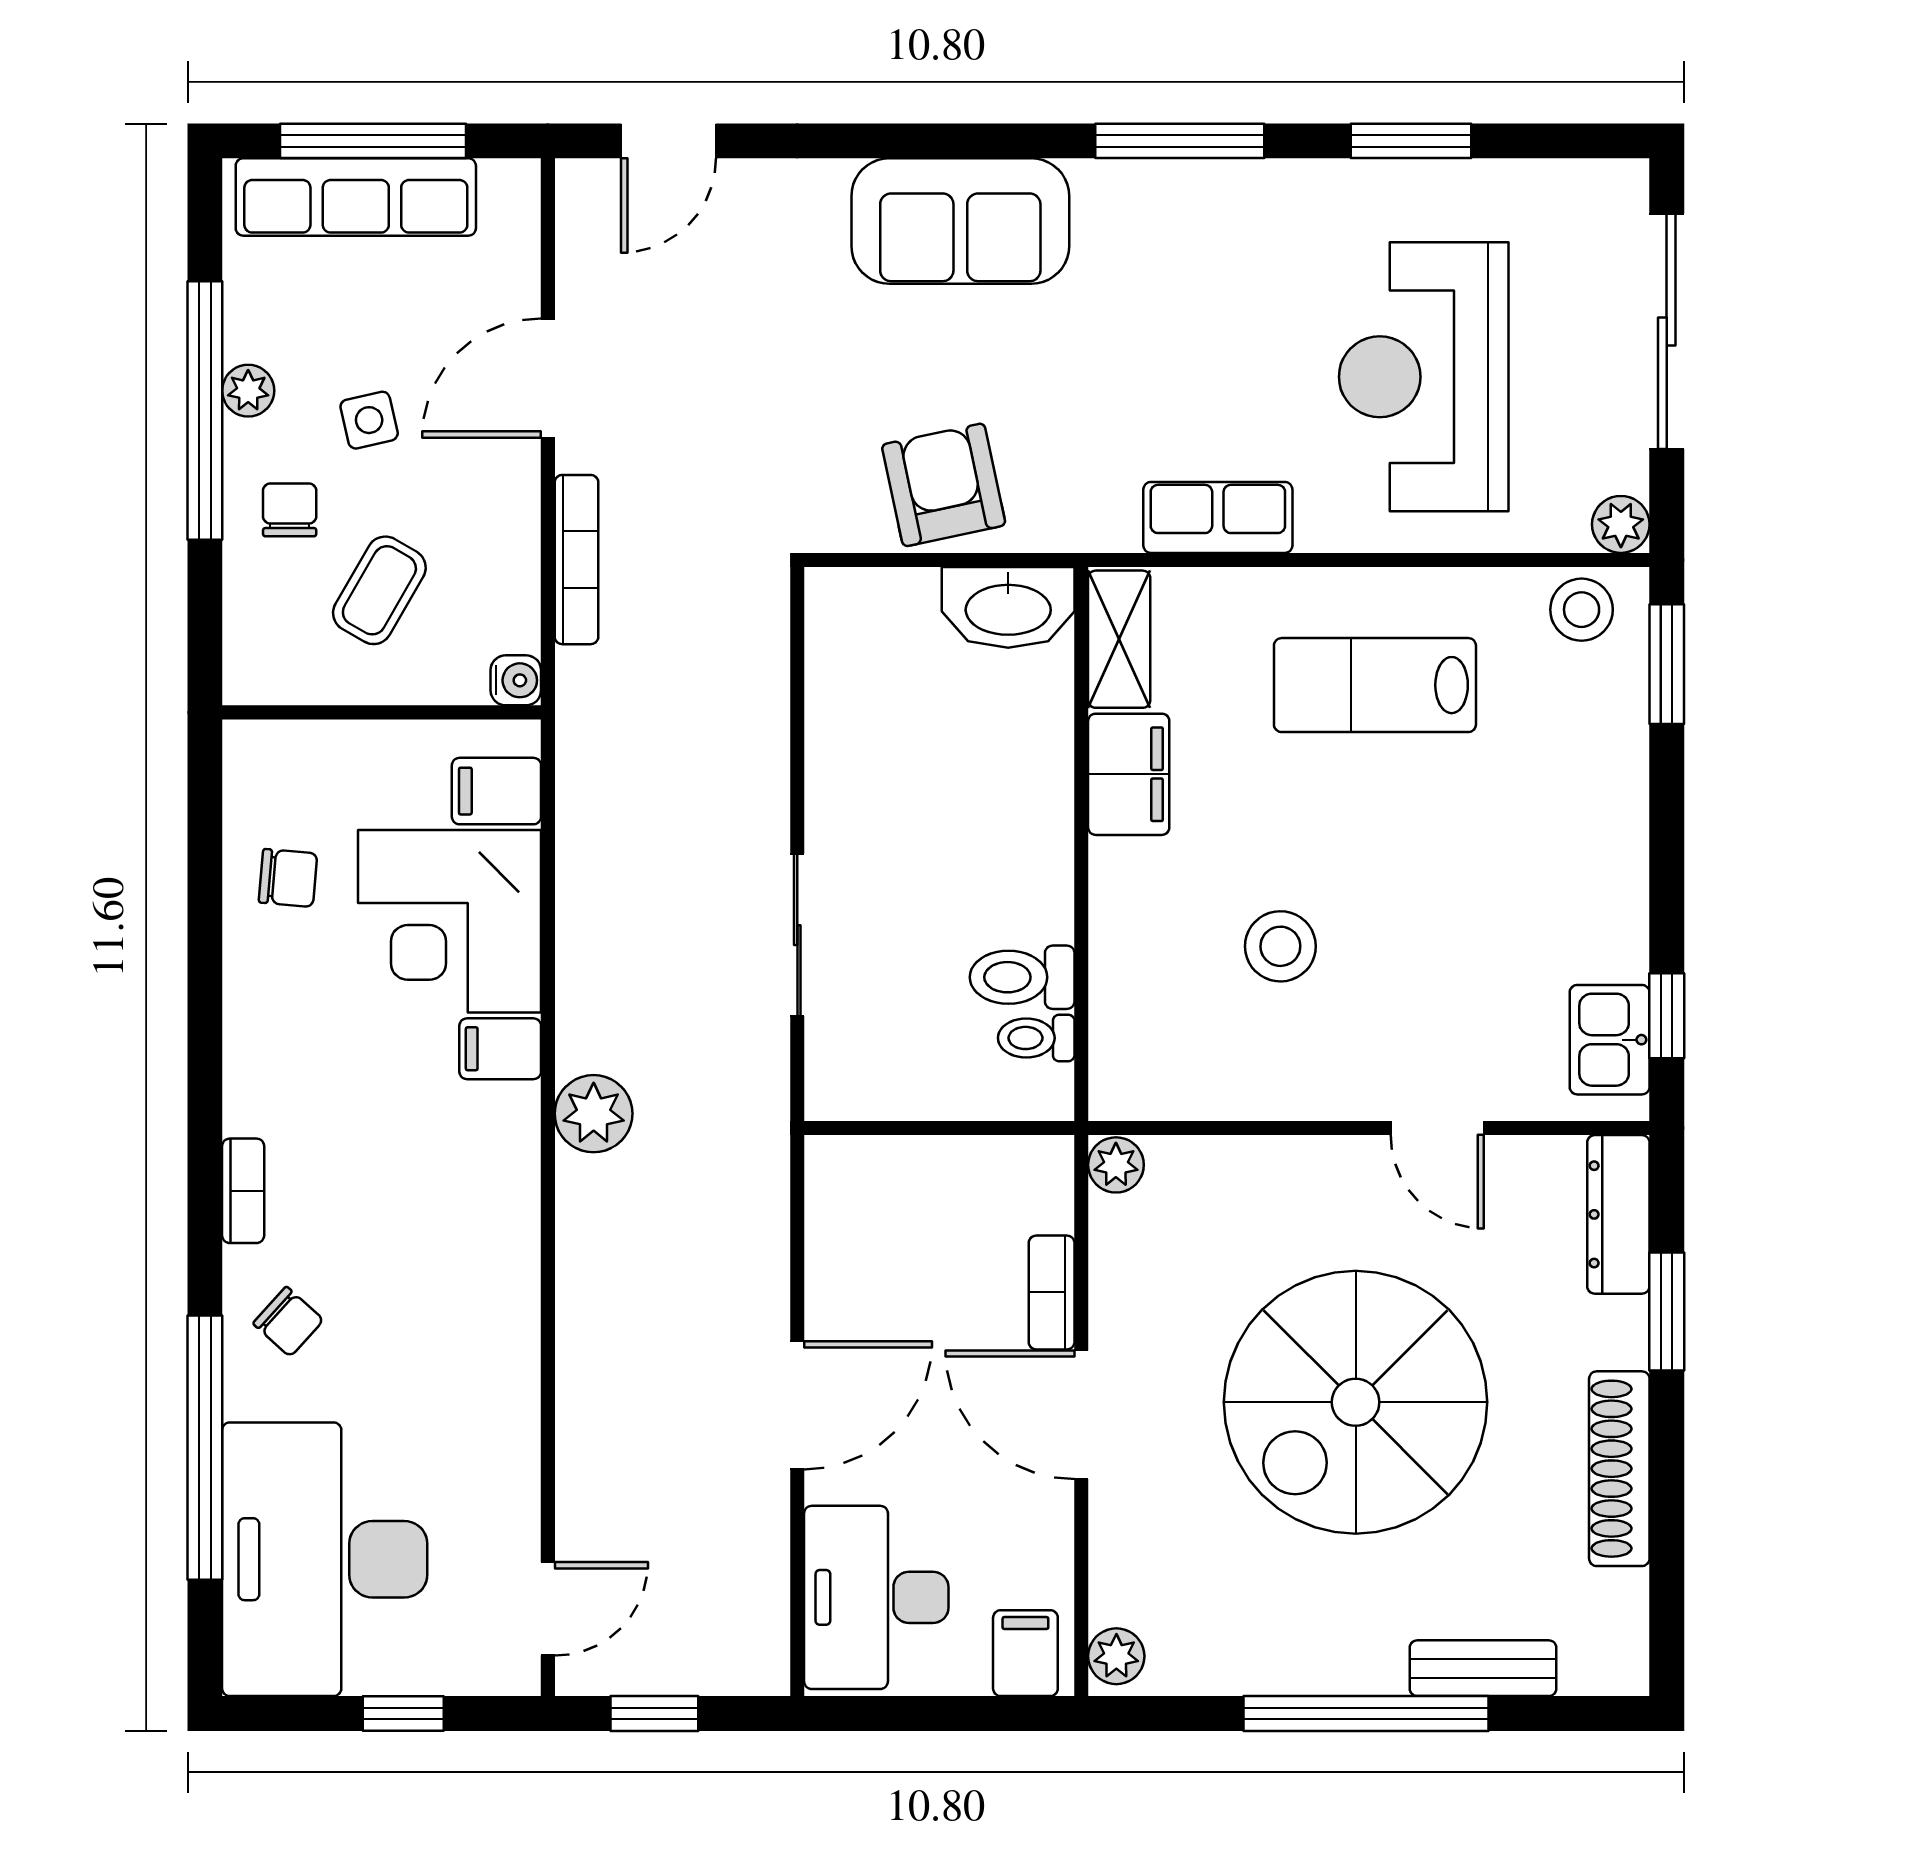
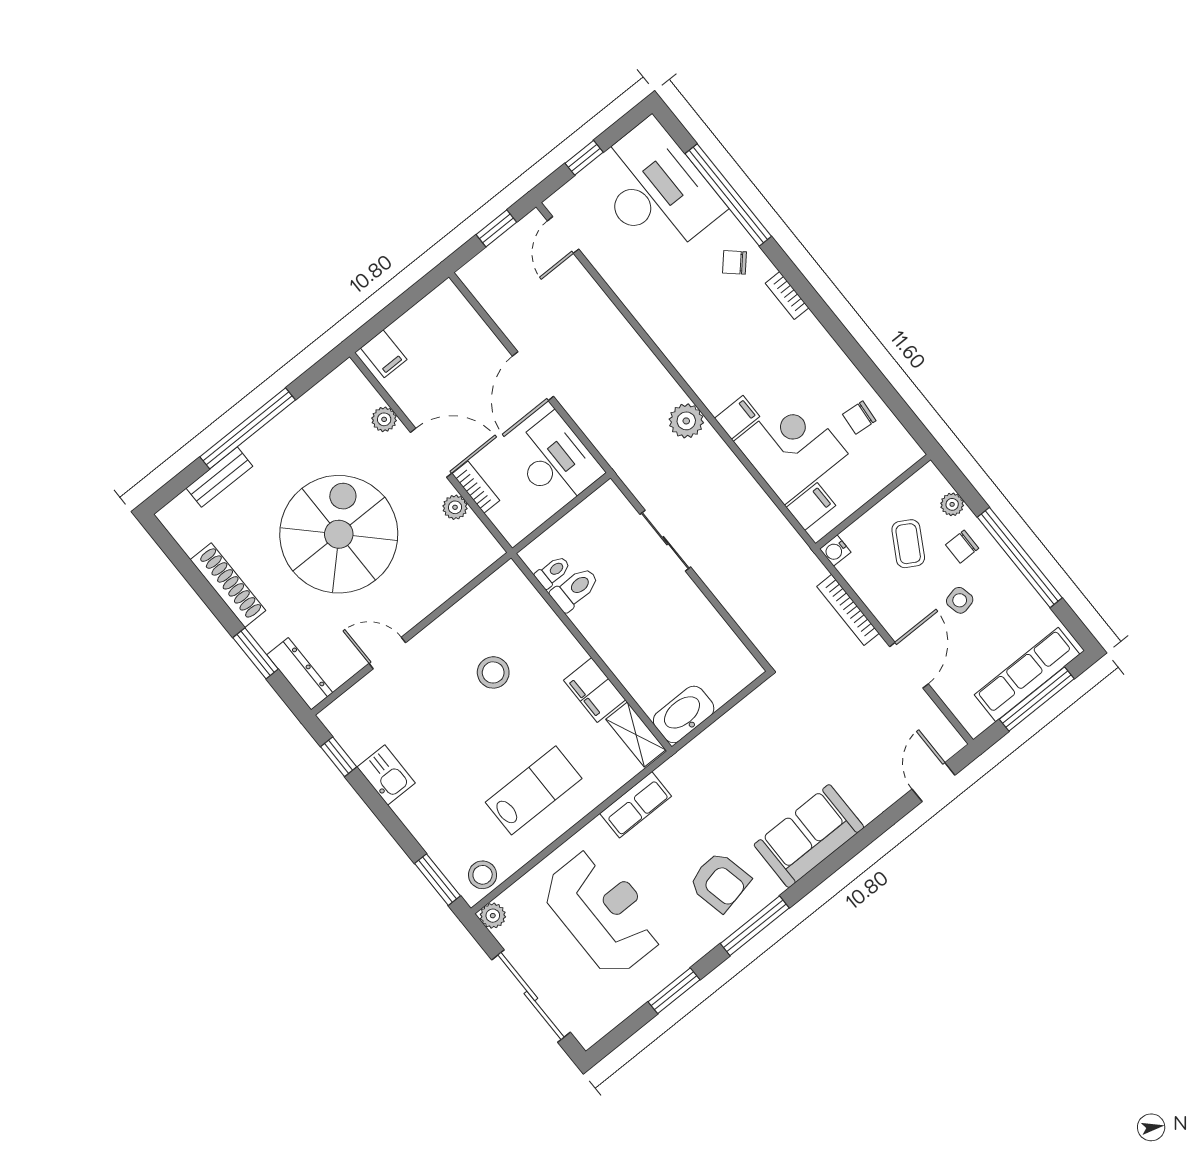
plant: (248, 391) -> (952, 504), moved
armchair: (944, 485) -> (720, 882), moved
chair: (290, 510) -> (962, 547), turned 90
kitchen sink: (1610, 1040) -> (386, 775), moved
plant: (1116, 1165) -> (455, 507), moved
desk: (876, 1597) -> (556, 461), moved
plant: (1116, 1656) -> (384, 419), moved

